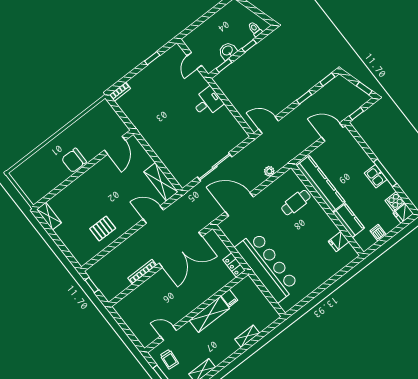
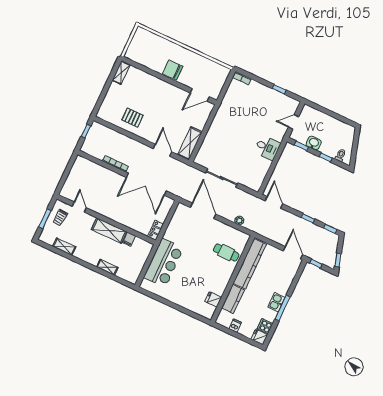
bar counter: (267, 267) -> (164, 263), width x0.73

